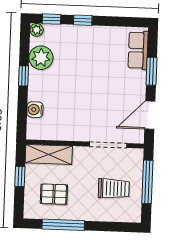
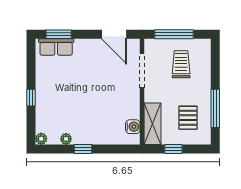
window: (51, 19) -> (31, 126), removed
plant: (41, 58) -> (66, 139), width x0.53, depth x0.53
window: (151, 71) -> (59, 34), moved
water cooler: (35, 110) -> (133, 127), moved, turned -90

